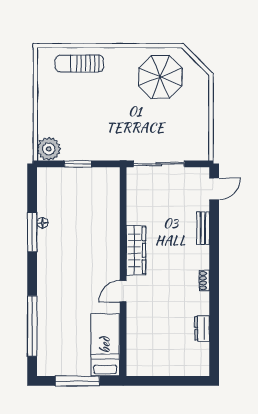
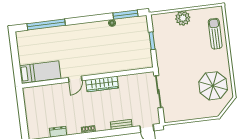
plant: (49, 149) -> (183, 18), moved
window: (32, 232) -> (126, 15), moved
door: (123, 291) -> (75, 79), swing flipped
window: (77, 381) -> (15, 57), removed

